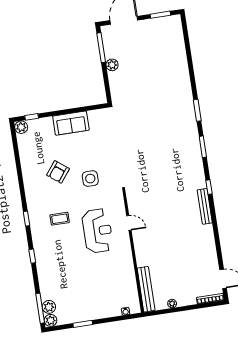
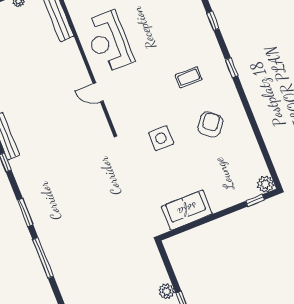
window: (197, 110) -> (43, 258), width x1.44
sofa: (71, 123) -> (187, 210), moved
armchair: (58, 172) -> (210, 125), moved
reception desk: (97, 231) -> (109, 42), moved

